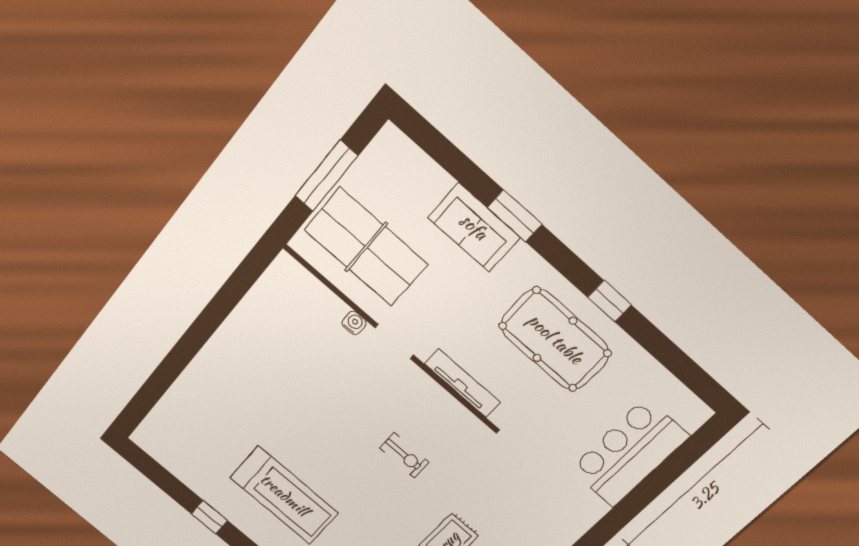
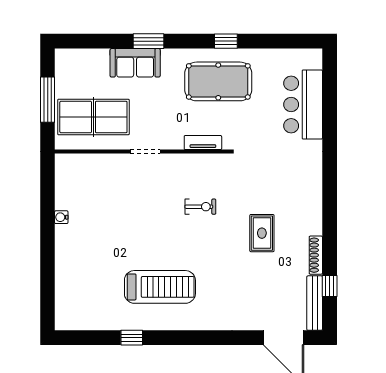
water cooler: (354, 323) -> (61, 217), moved, turned -90
tv unit: (462, 383) -> (203, 143), width x0.71

